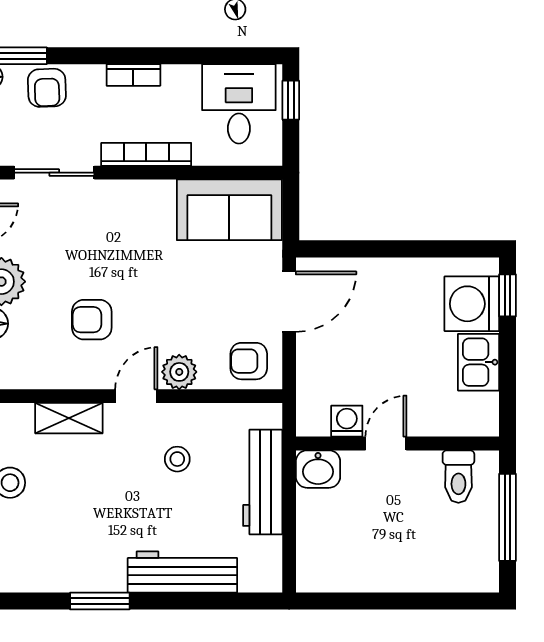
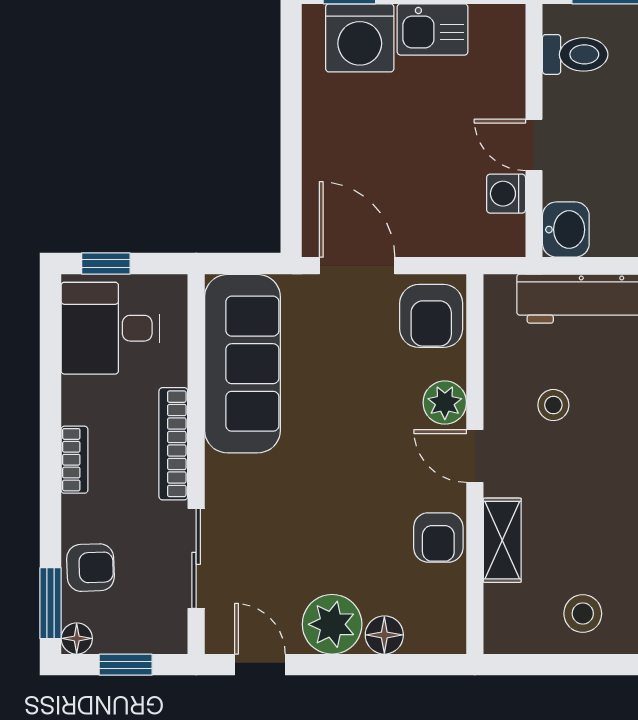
sofa: (229, 210) -> (243, 364), width x1.36
armchair: (92, 320) -> (438, 537), moved
armchair: (249, 361) -> (431, 316), width x1.38, depth x1.38

